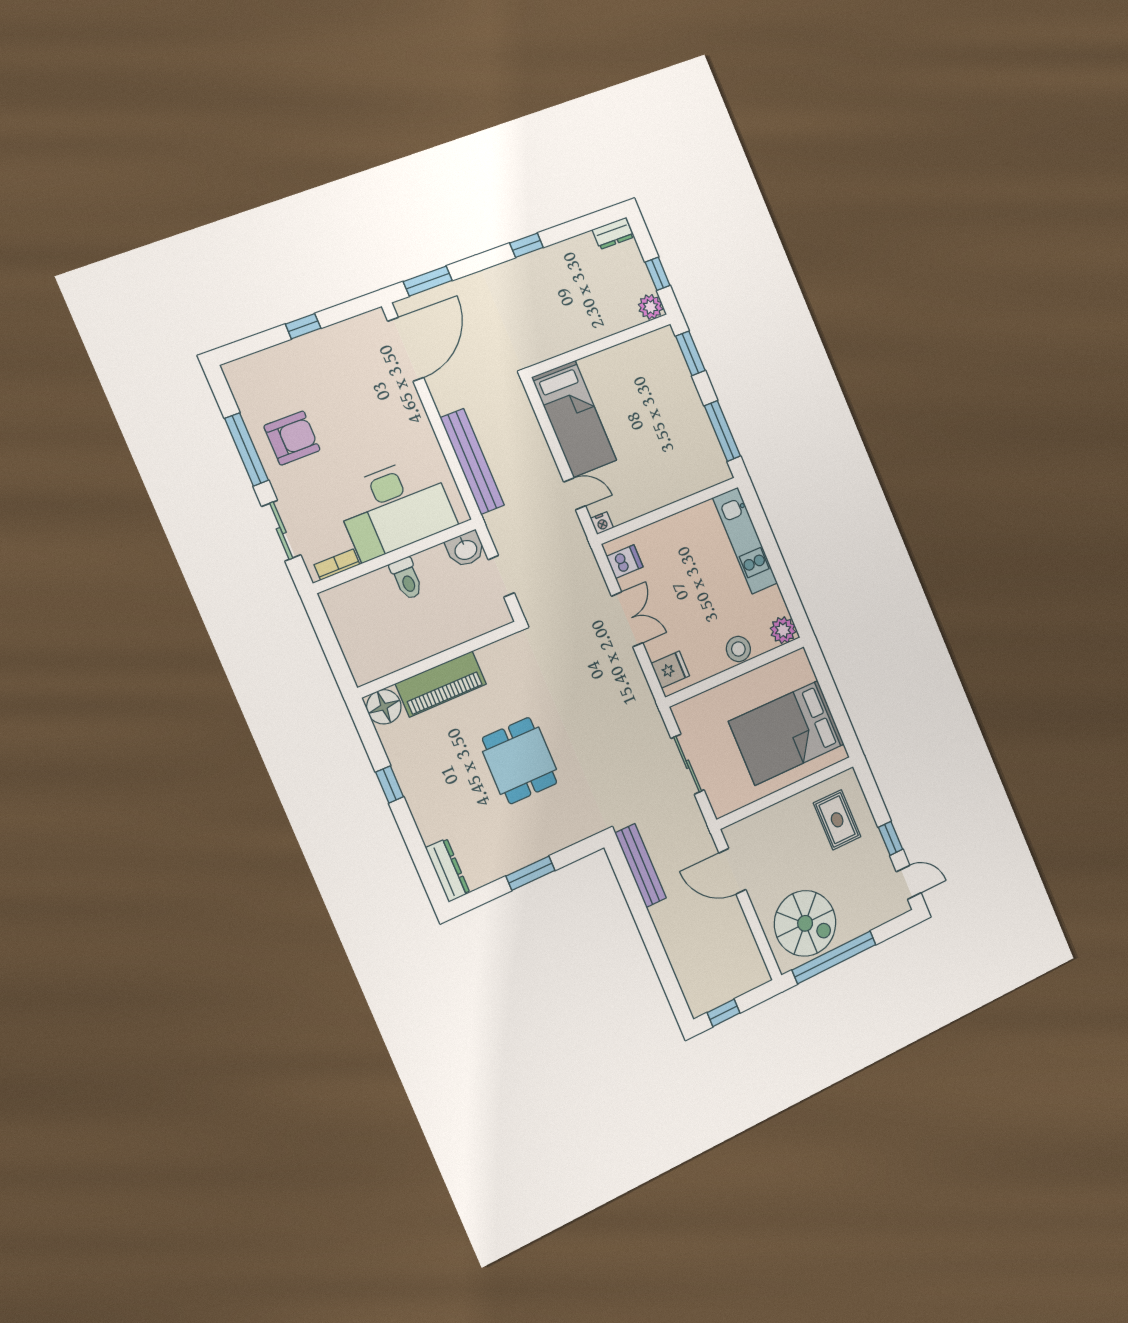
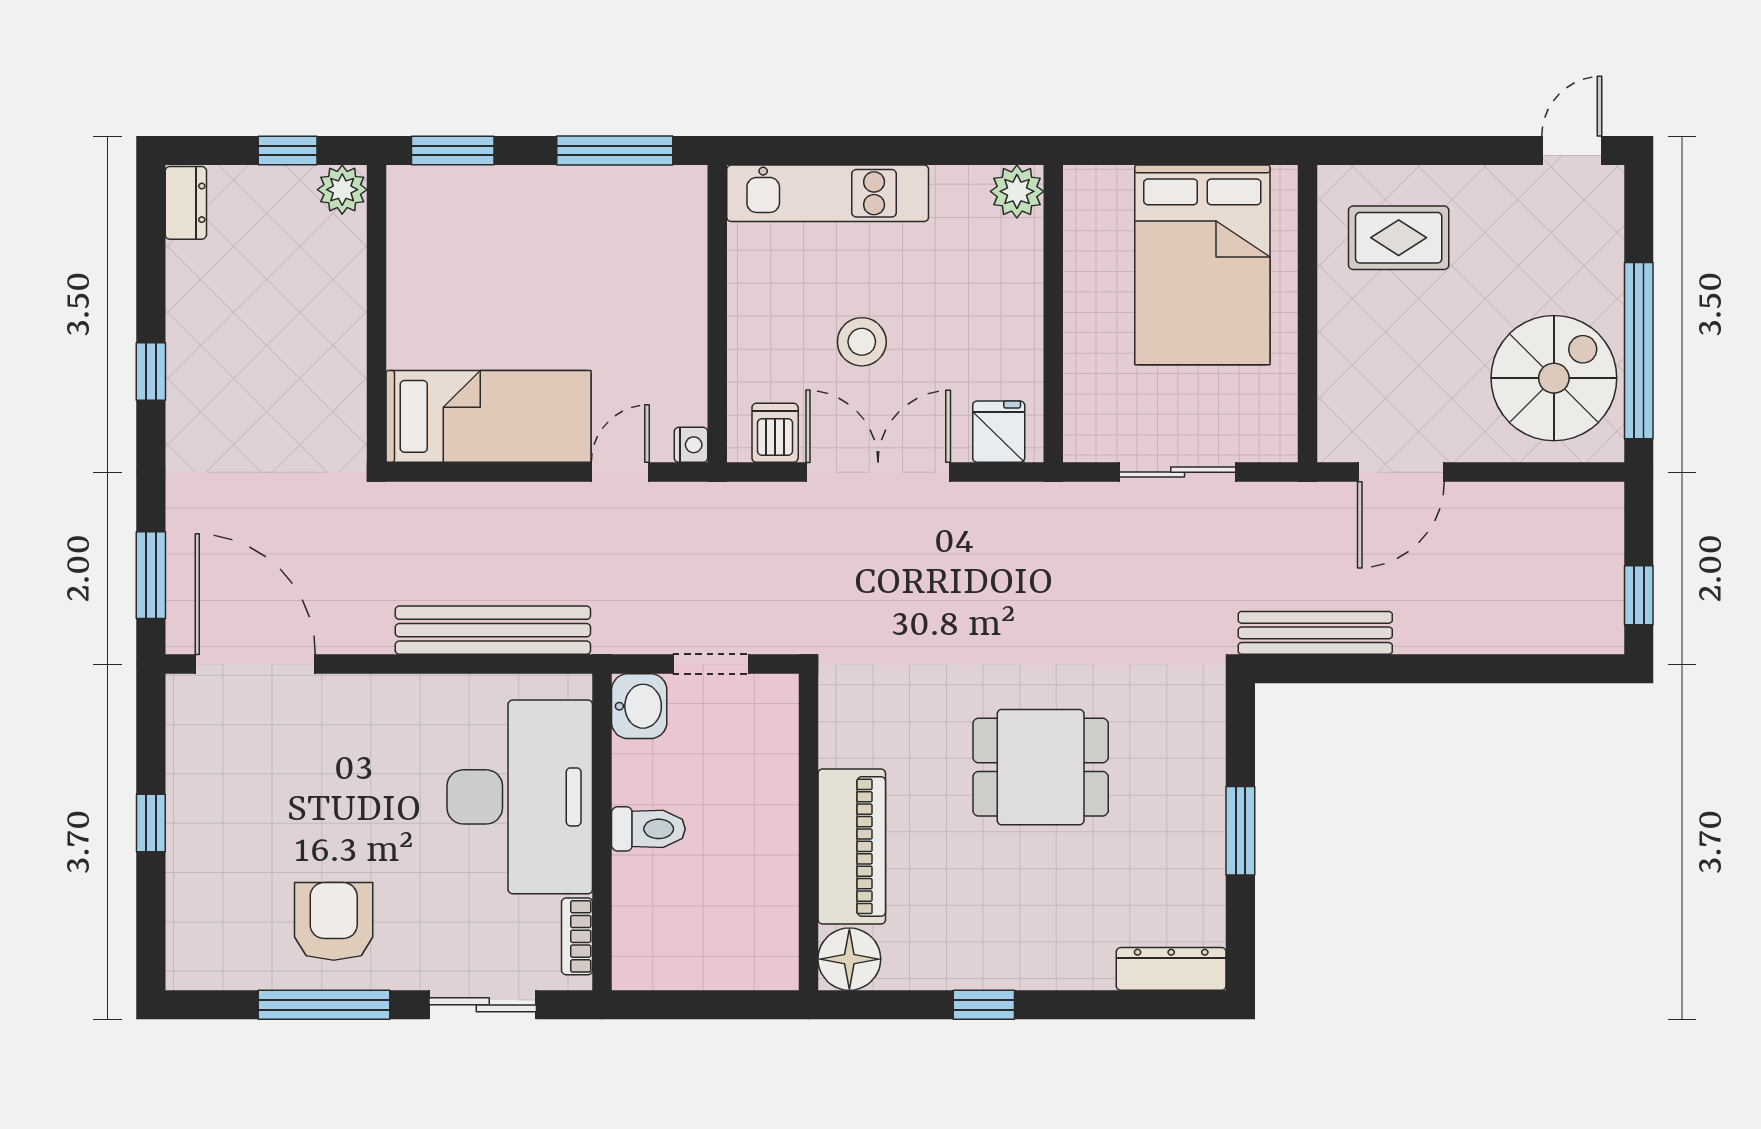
double door: (627, 619) -> (878, 472), width x1.37
stool: (738, 649) -> (862, 342), moved
window: (891, 838) -> (1477, 150), removed

